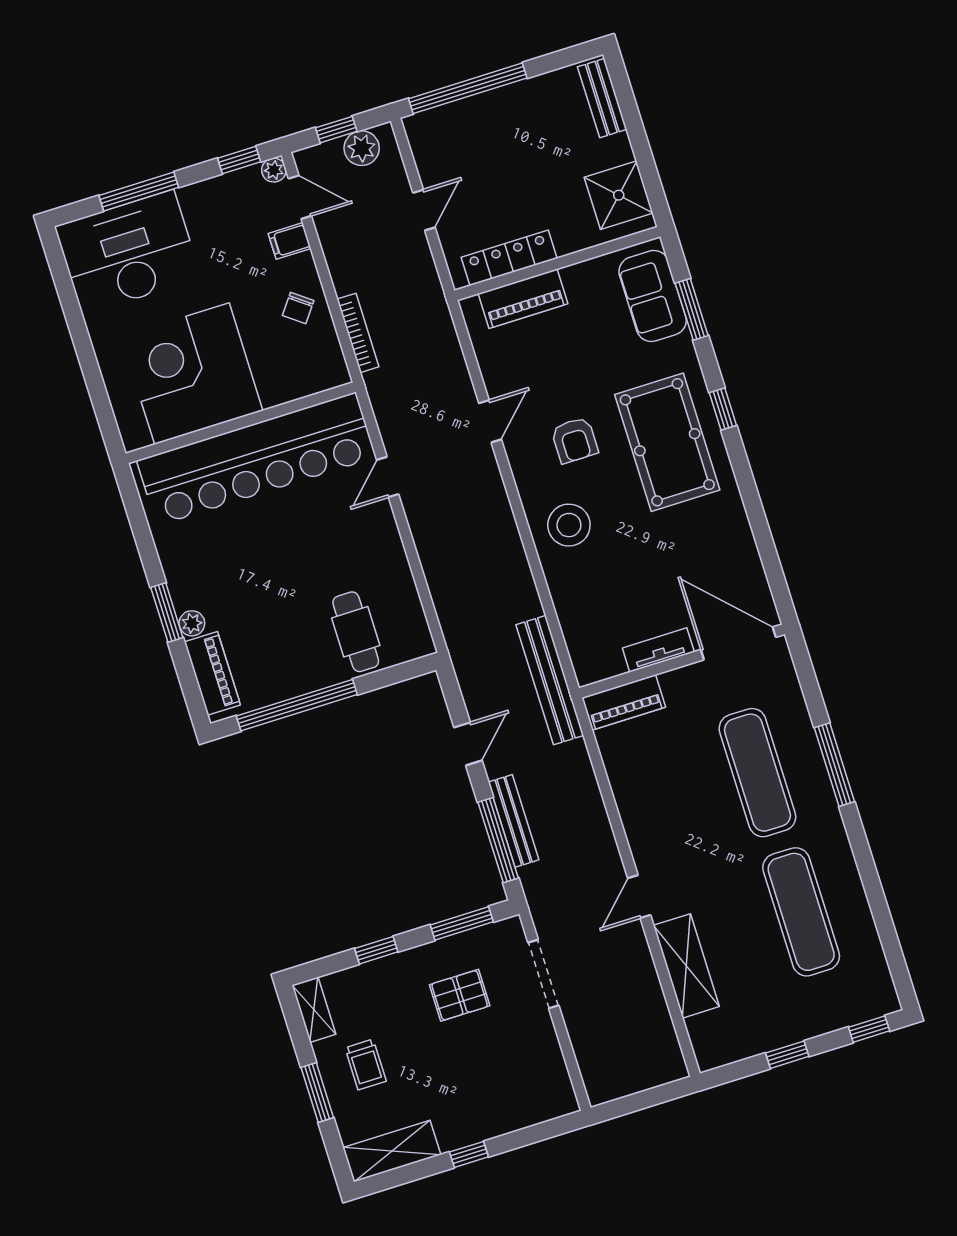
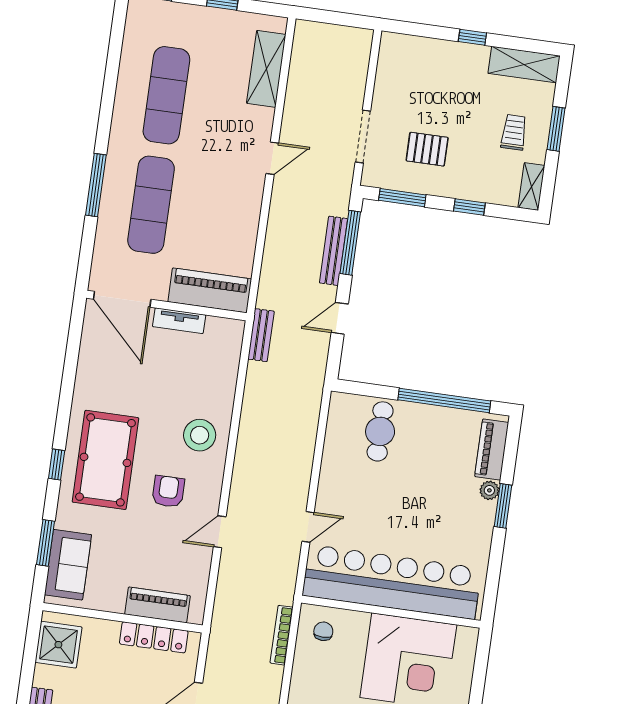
chair: (298, 308) -> (323, 631), moved, turned -37
bench: (550, 680) -> (261, 335), width x0.54, depth x0.82
piano: (624, 702) -> (210, 290), width x1.37, depth x1.33
shelving: (686, 966) -> (266, 69), moved

